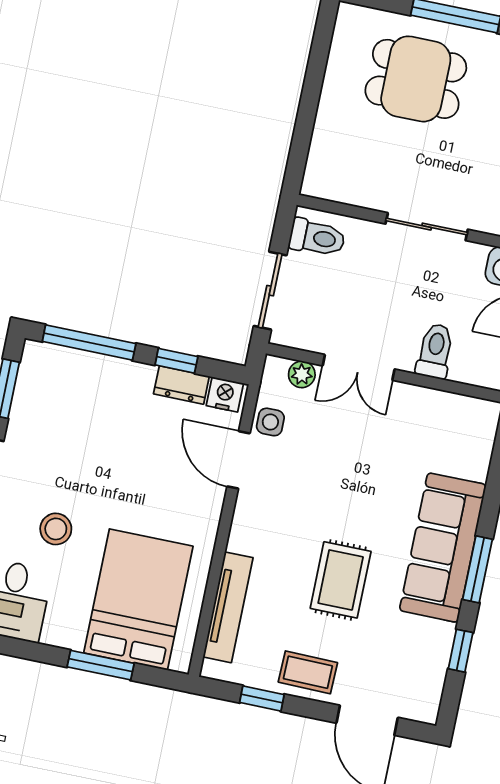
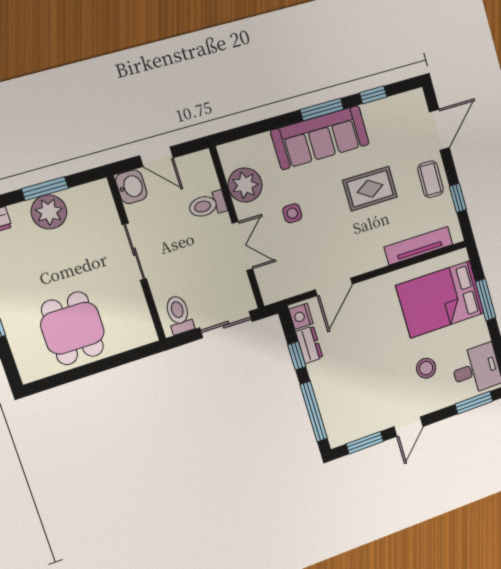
dining table: (416, 79) -> (72, 328), moved
plant: (302, 374) -> (245, 185), moved, width x1.87, depth x1.87
side table: (270, 422) -> (292, 213), moved

